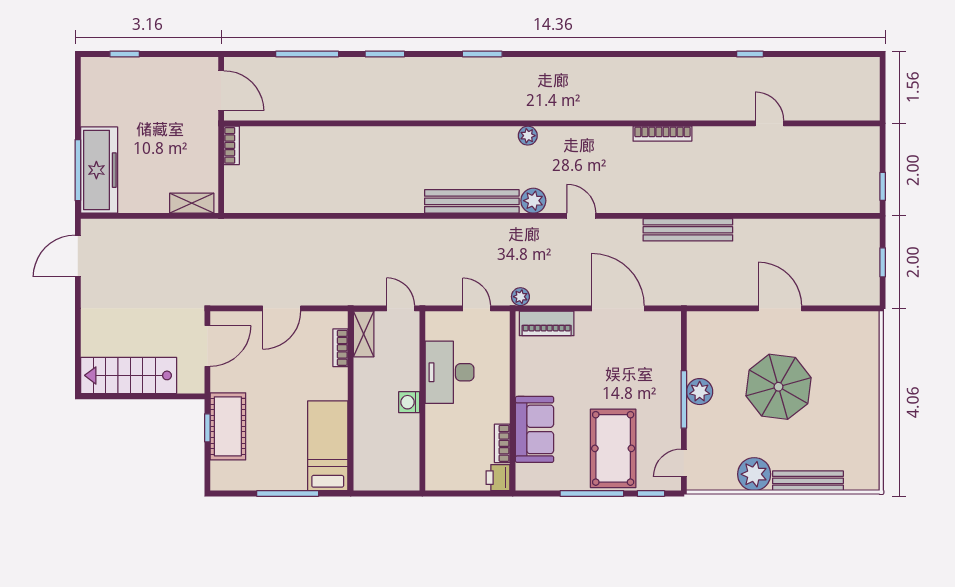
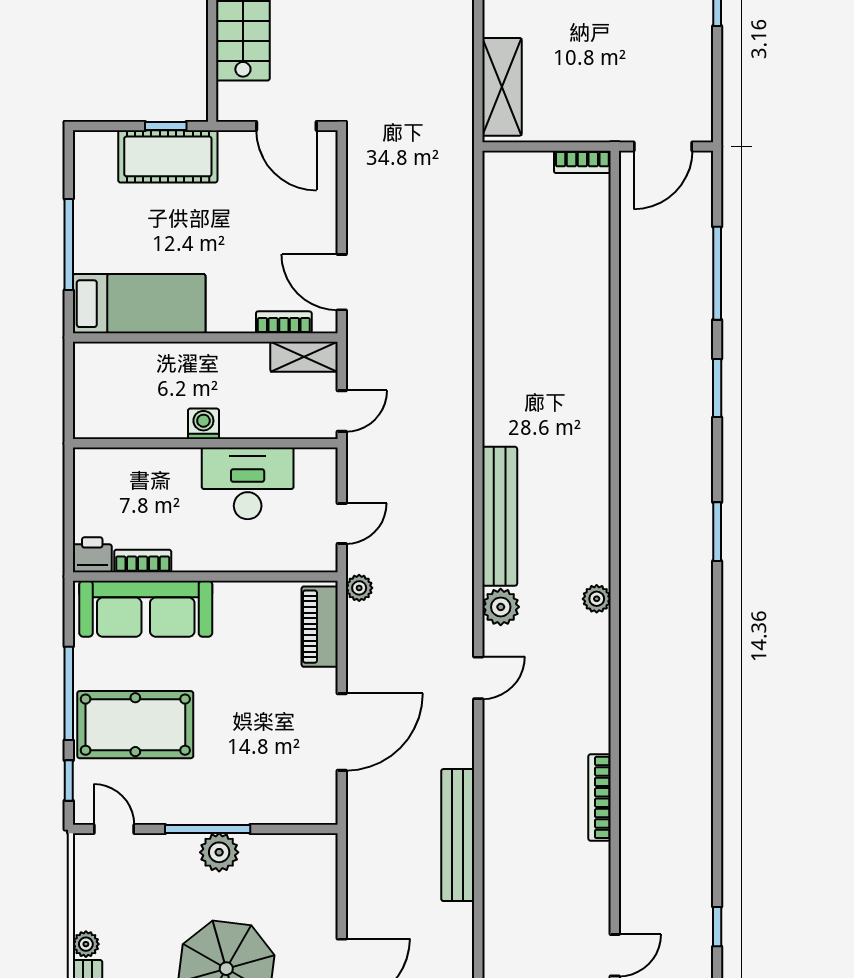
shelving: (192, 203) -> (502, 87), width x1.50, depth x1.33
door: (282, 308) -> (342, 282), moved
sofa: (535, 429) -> (146, 609), width x1.36
plant: (754, 474) -> (86, 944), width x0.53, depth x0.53

